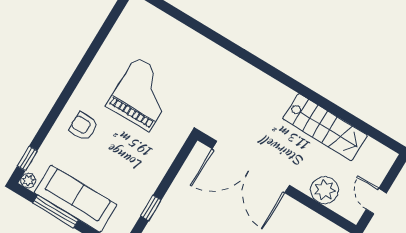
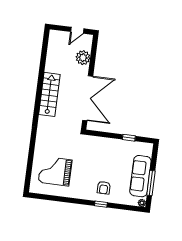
grand piano: (142, 94) -> (55, 171), moved
stairs: (325, 127) -> (49, 94), moved
window: (27, 158) -> (101, 204), moved

